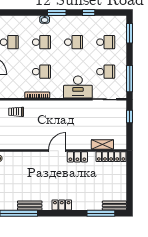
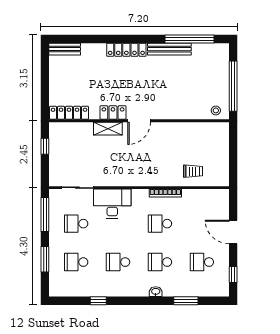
window: (57, 12) -> (186, 301), moved
window: (130, 33) -> (45, 259), moved
window: (130, 117) -> (45, 146), moved
shelving: (102, 145) -> (108, 129), moved
bench: (30, 205) -> (169, 49), width x1.36
locker: (62, 205) -> (126, 50), width x1.53
window: (101, 213) -> (82, 39), removed

